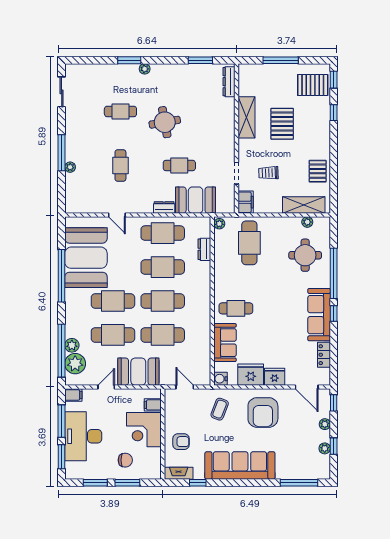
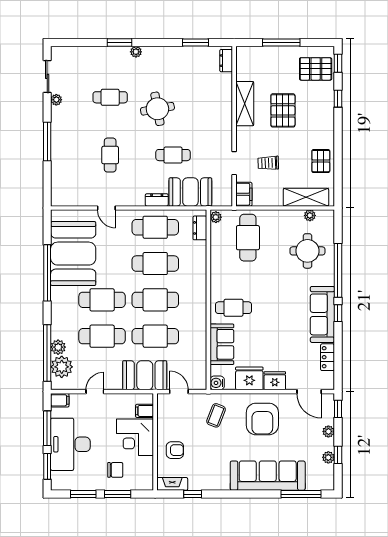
dresser: (229, 82) -> (226, 61), width x0.70
plant: (70, 167) -> (56, 100), moved
dresser: (204, 249) -> (200, 228), moved
booth: (138, 372) -> (145, 375), moved
sofa: (240, 465) -> (268, 476), moved

